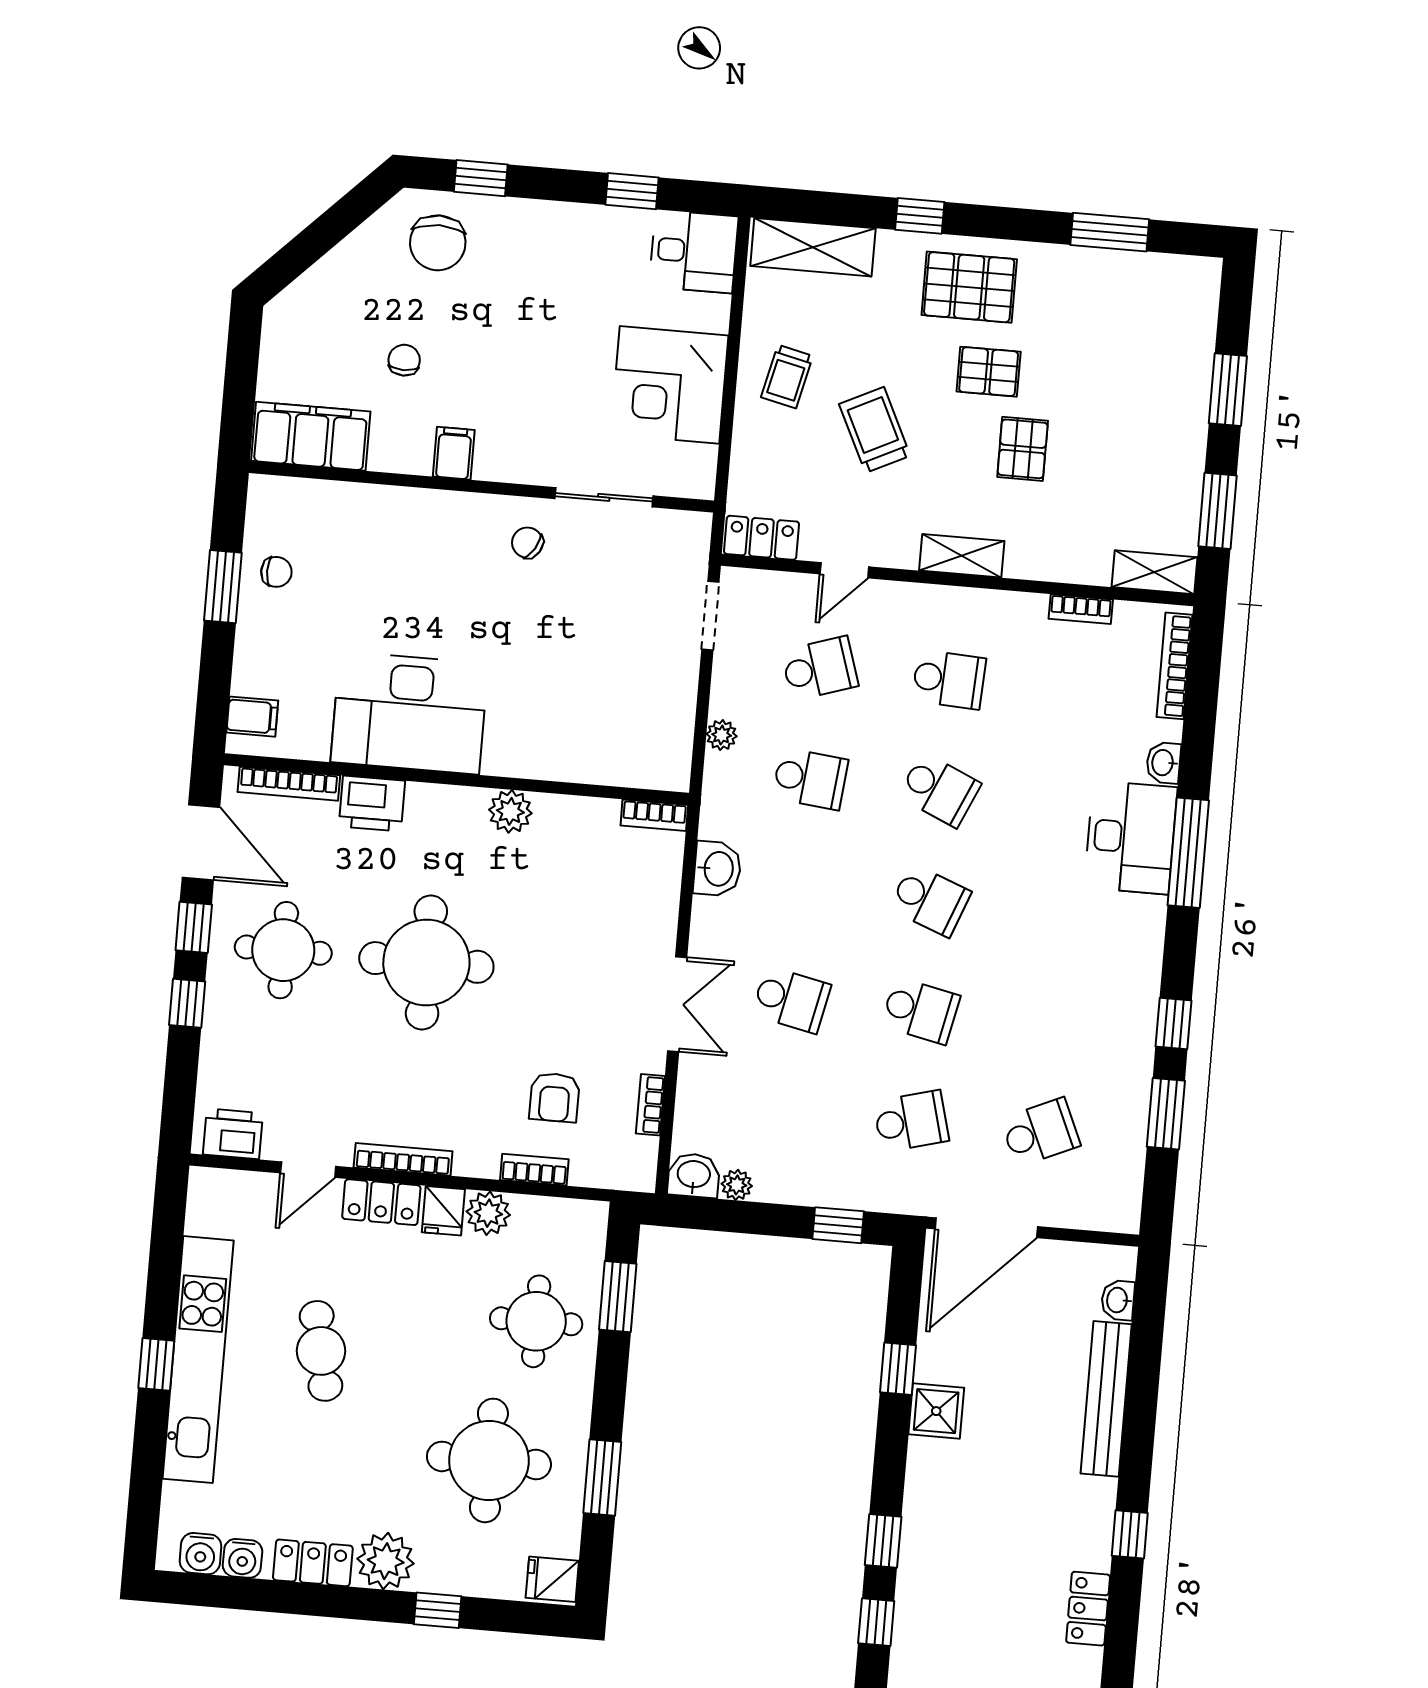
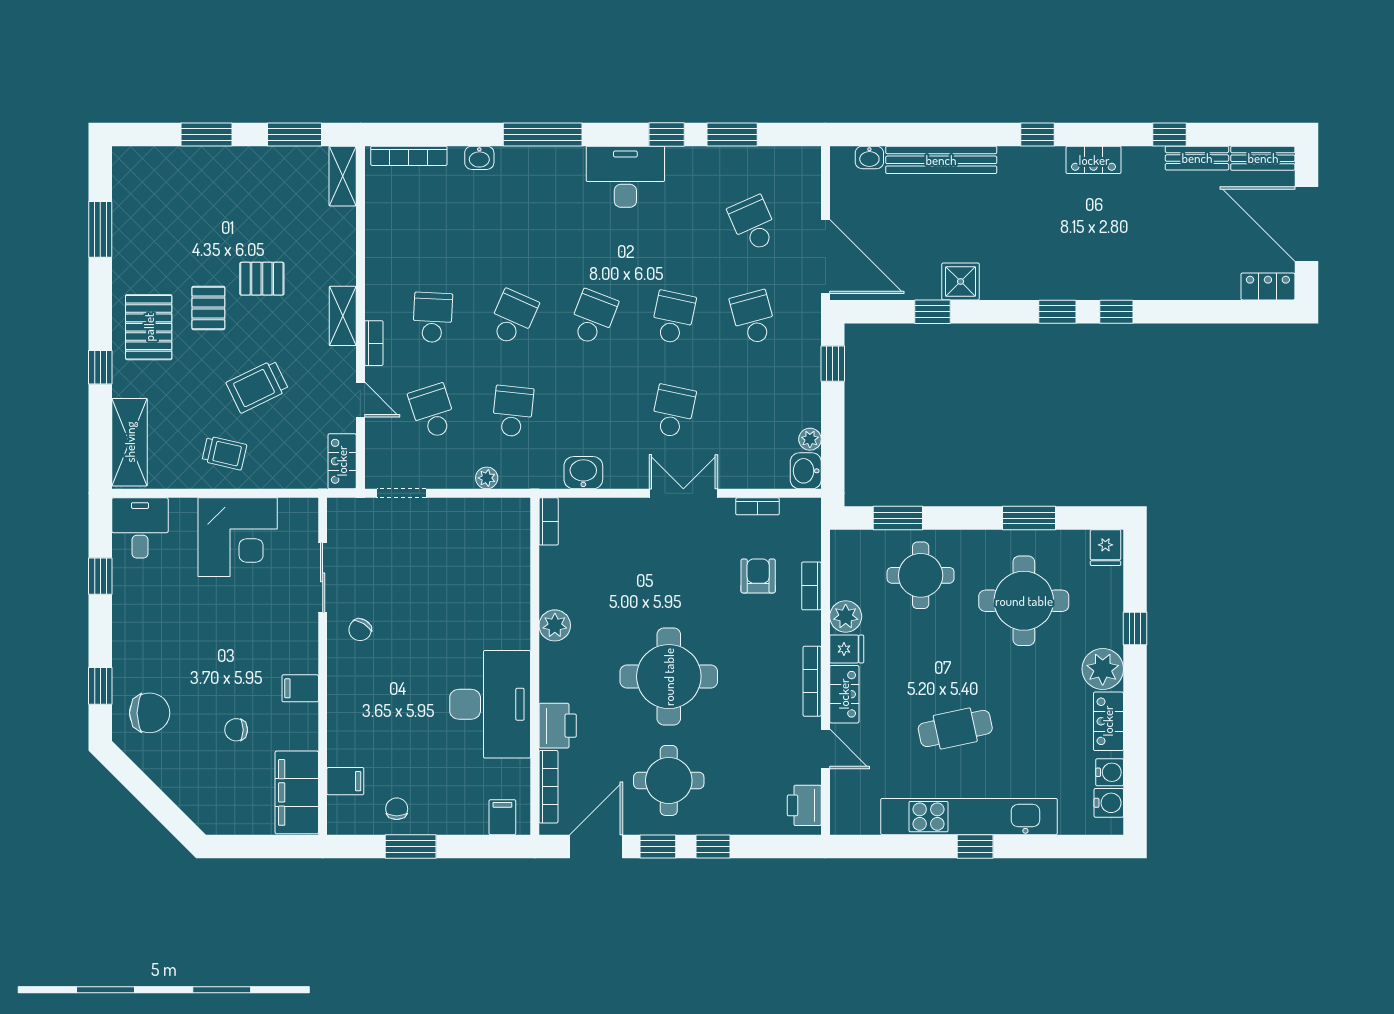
filing cabinet: (321, 504) -> (345, 781), added
bookcase: (1081, 609) -> (374, 343), moved
desk: (1131, 837) -> (625, 177), moved
armchair: (554, 1097) -> (758, 576), turned -90

